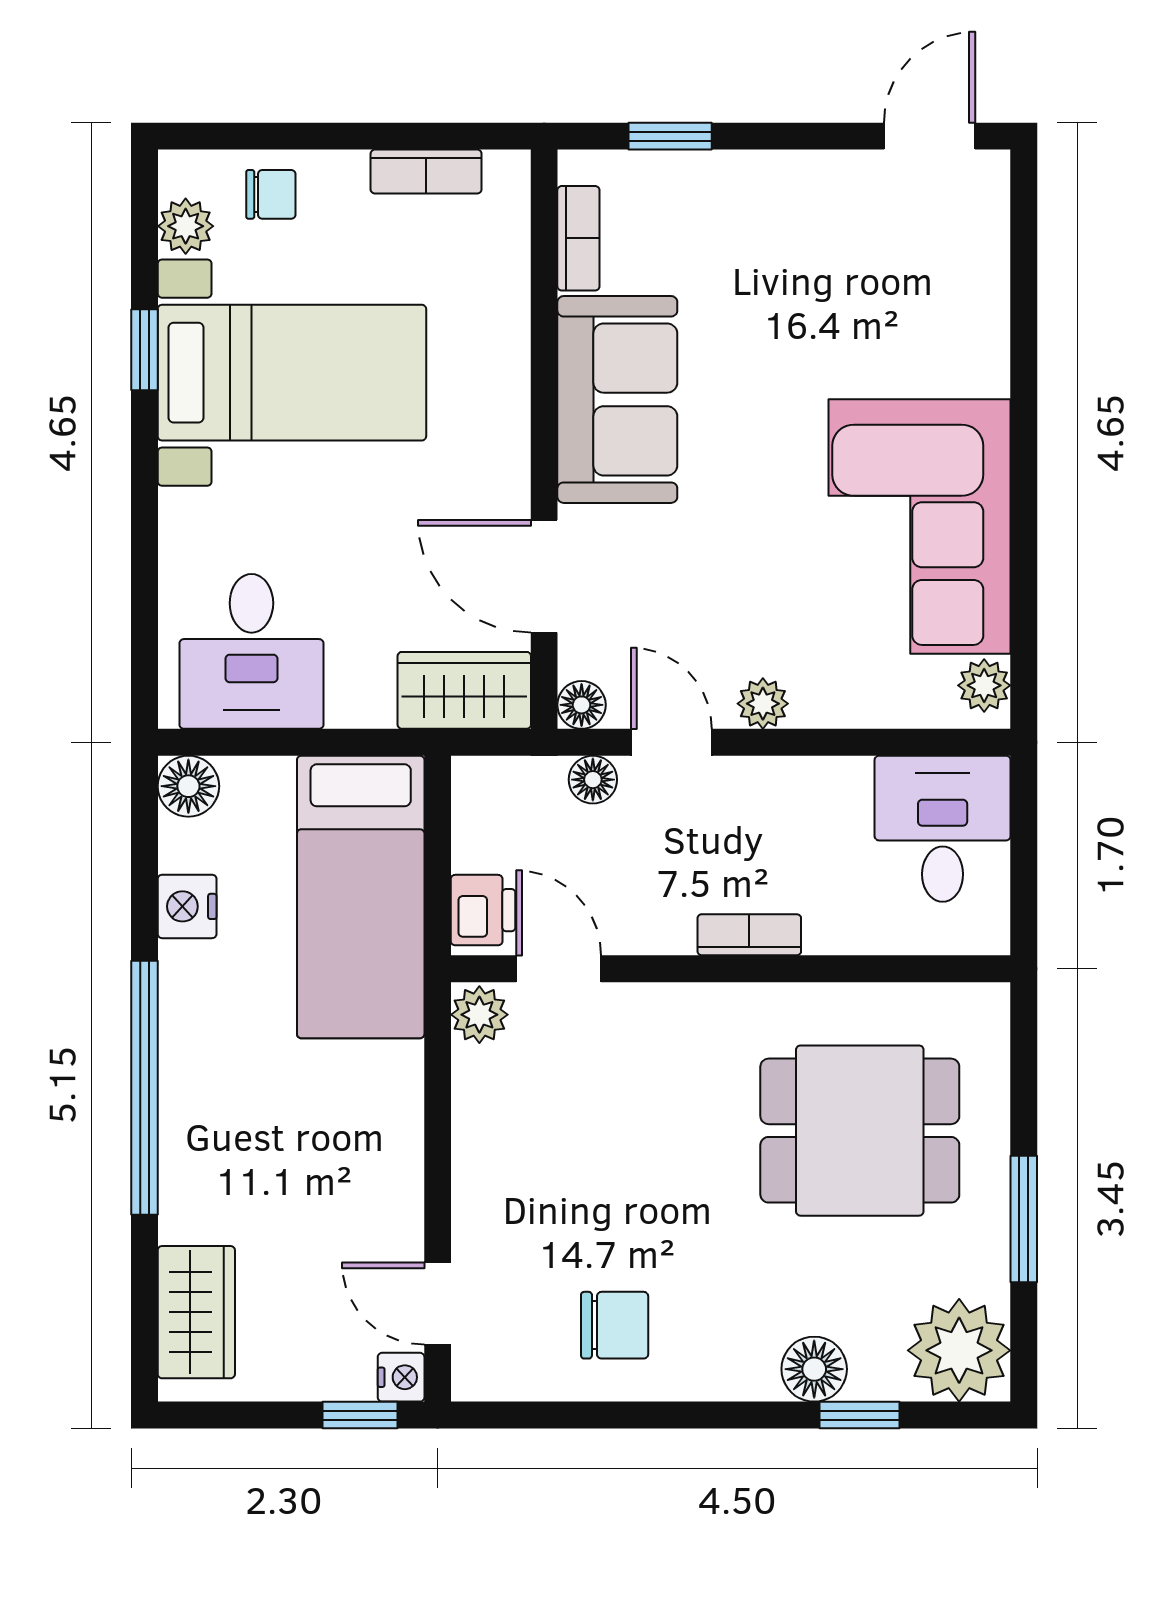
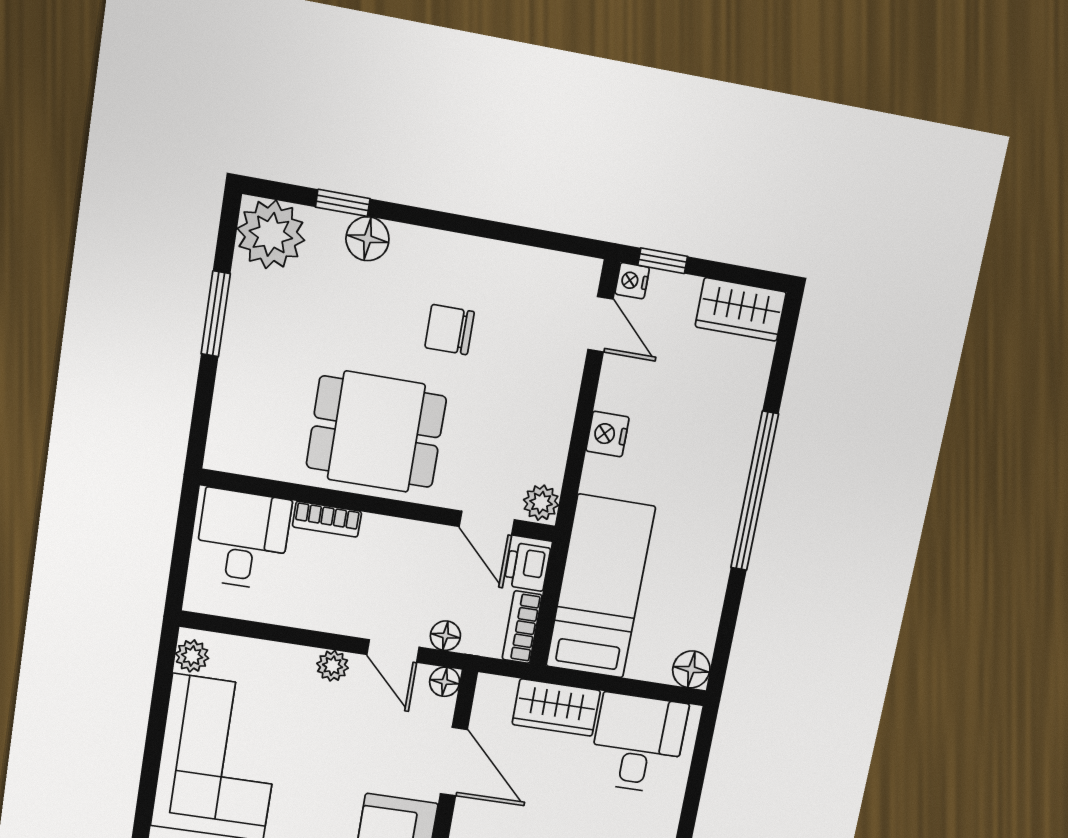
wardrobe: (464, 690) -> (556, 708), moved
bookcase: (474, 812) -> (522, 627), added
desk: (943, 829) -> (243, 539), moved, turned 180
nightstand: (187, 906) -> (608, 434), moved, turned 180
bookcase: (749, 935) -> (327, 519), moved
dining table: (860, 1131) -> (376, 432), moved
wardrobe: (196, 1312) -> (741, 309), moved, turned -90
chair: (615, 1325) -> (450, 330), moved

